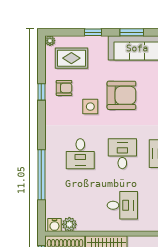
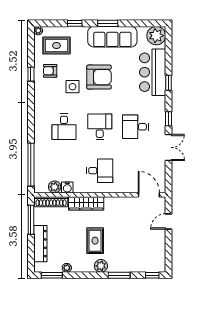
armchair: (64, 88) -> (50, 71), turned 180
window: (41, 175) -> (31, 165), moved
water cooler: (54, 225) -> (67, 187), moved

